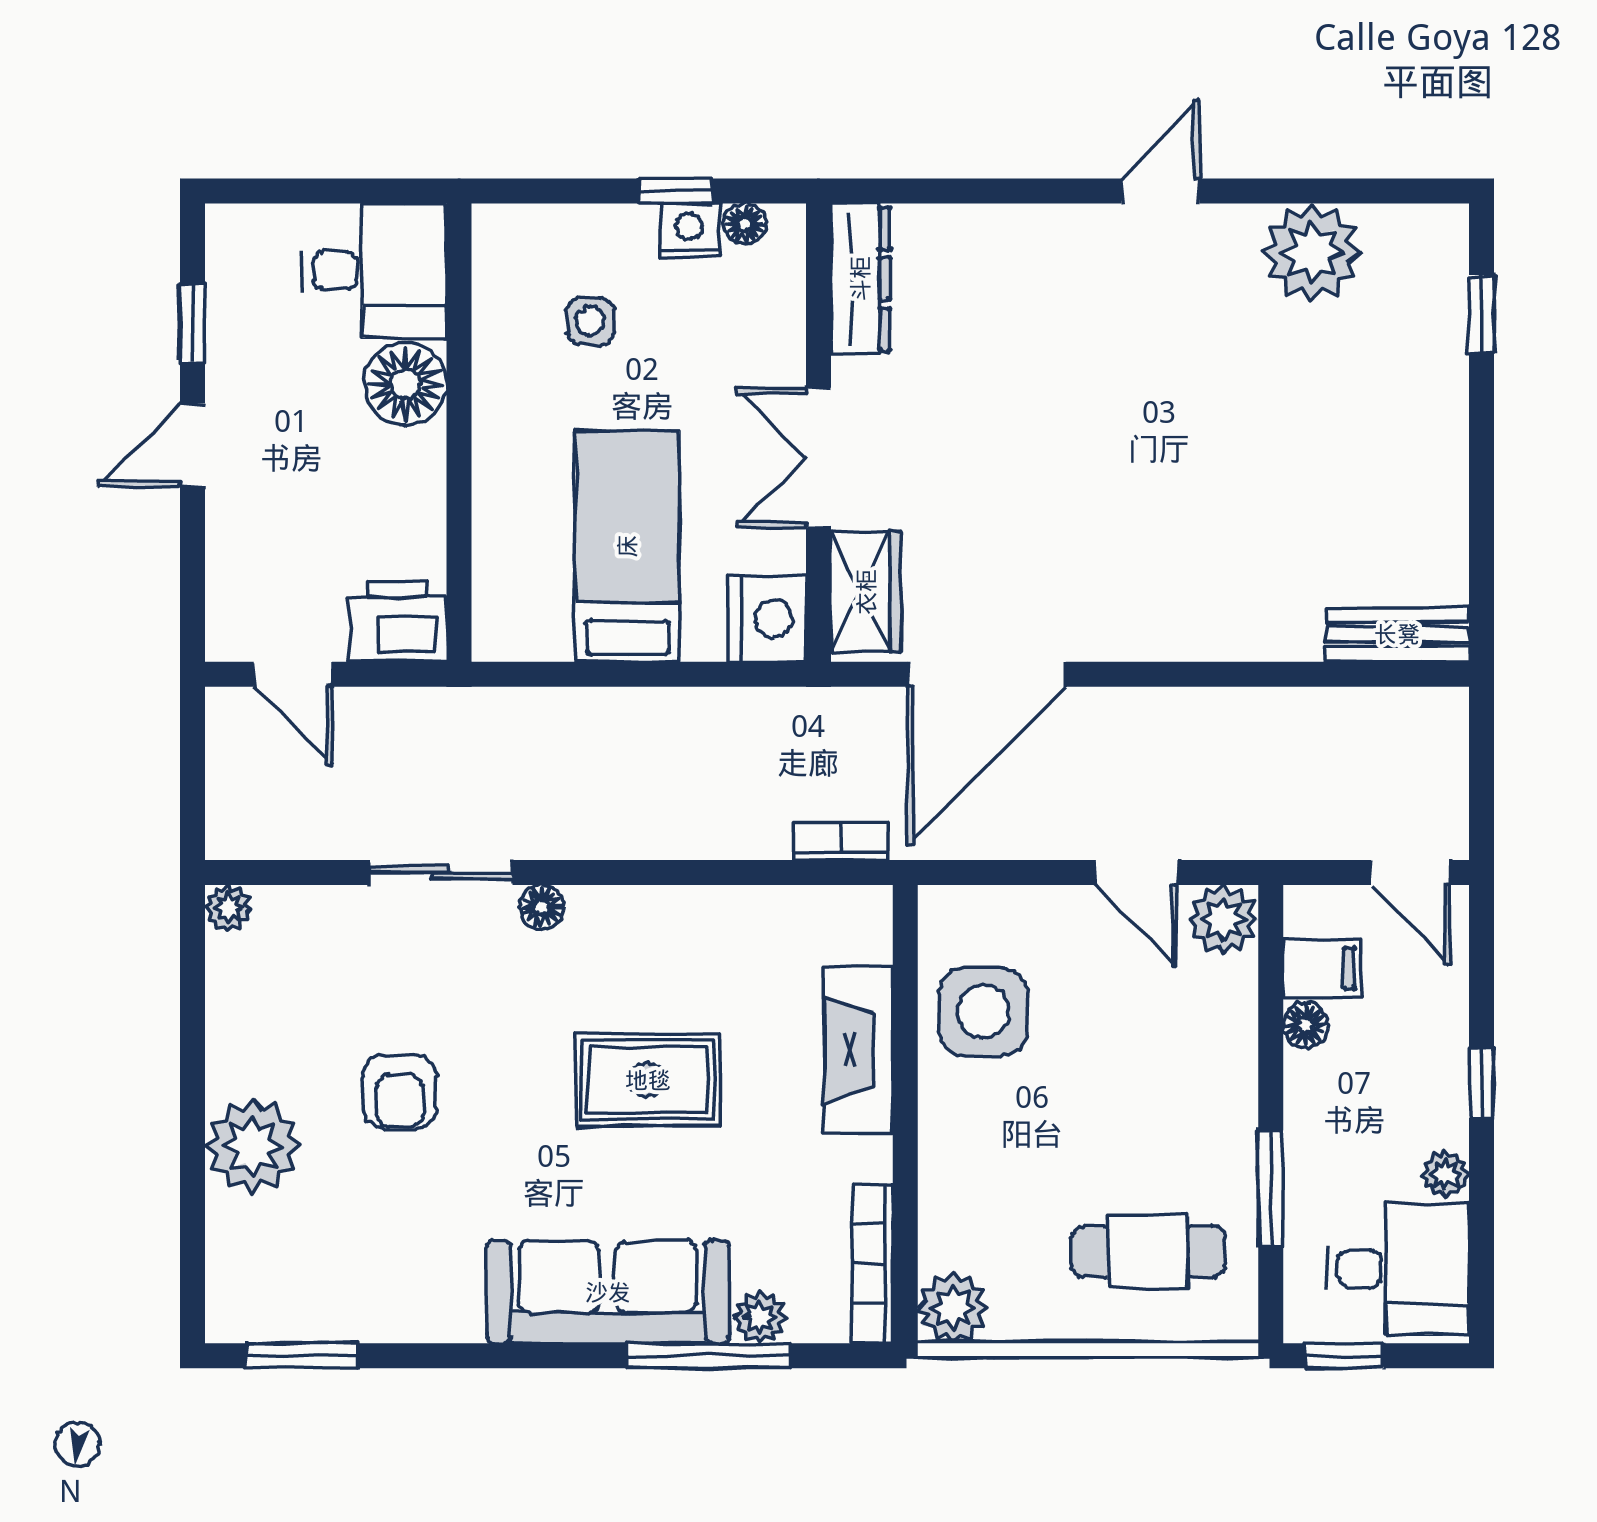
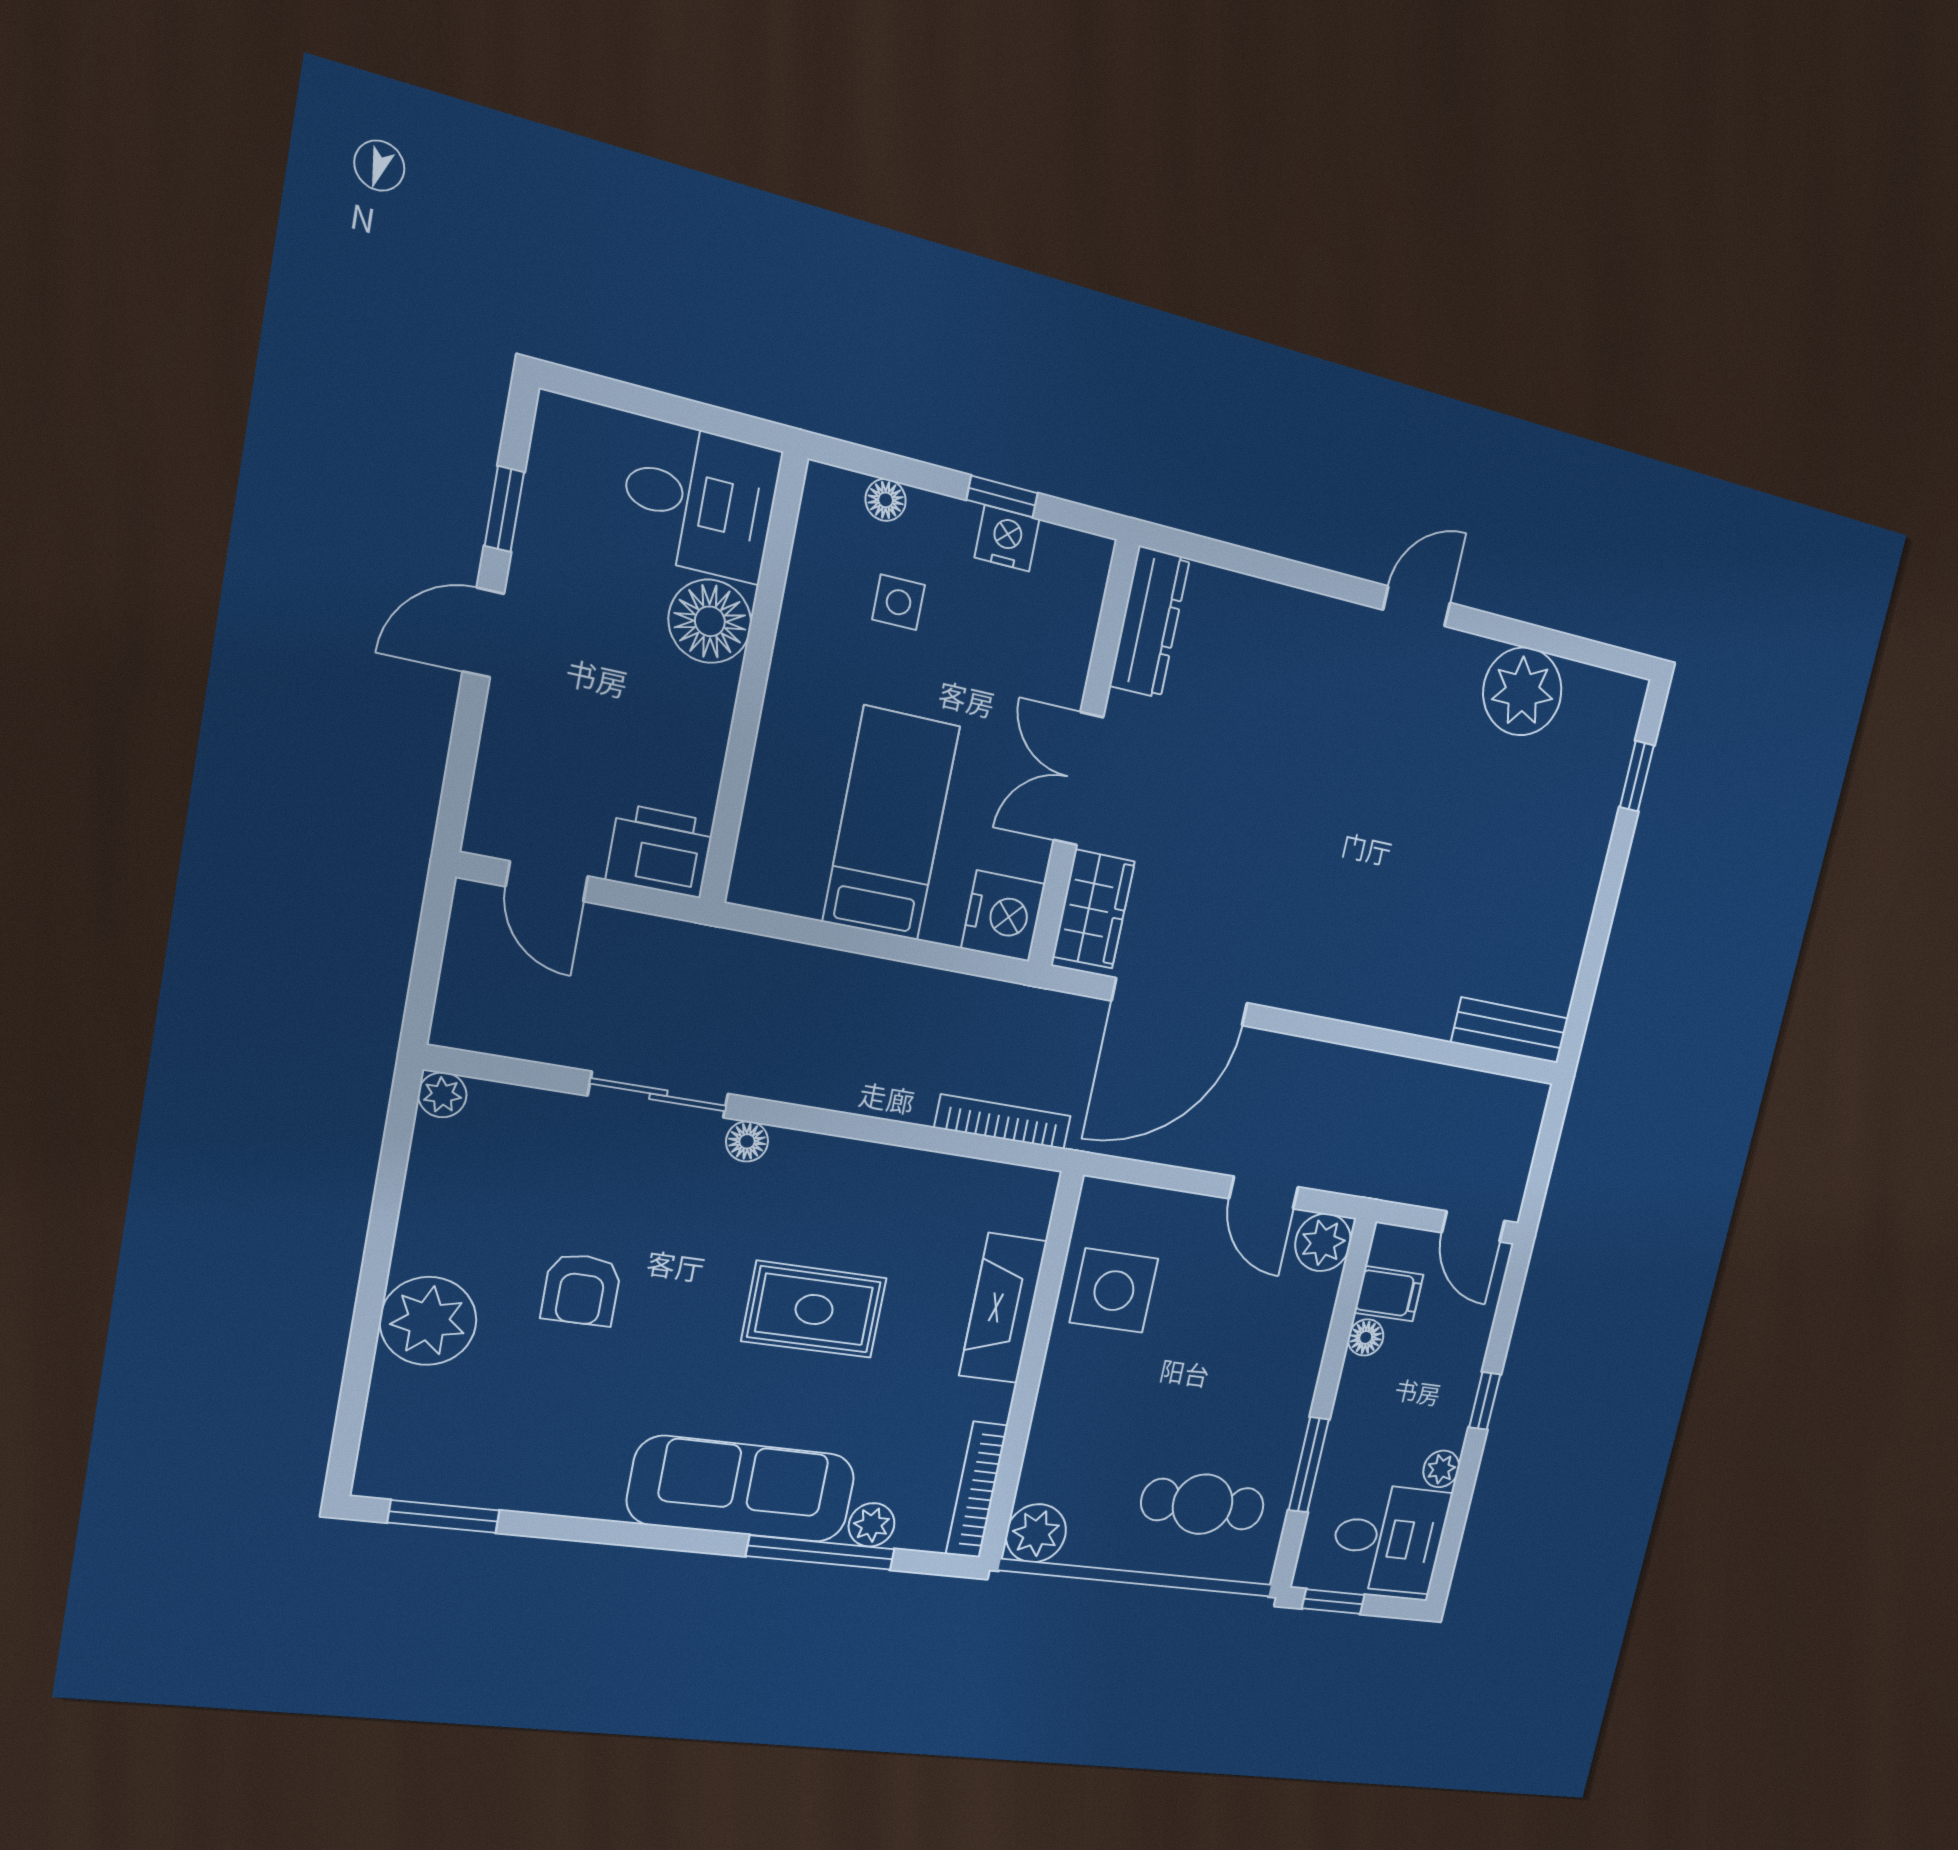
floor lamp: (745, 224) -> (886, 500), moved
bookcase: (841, 841) -> (1003, 1122), width x1.56

